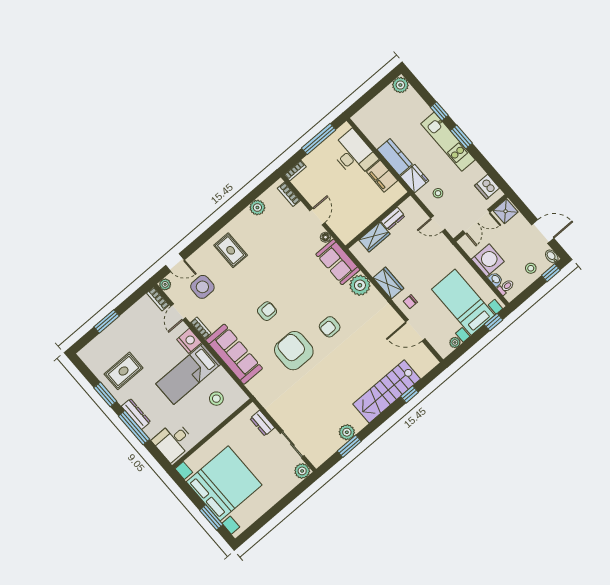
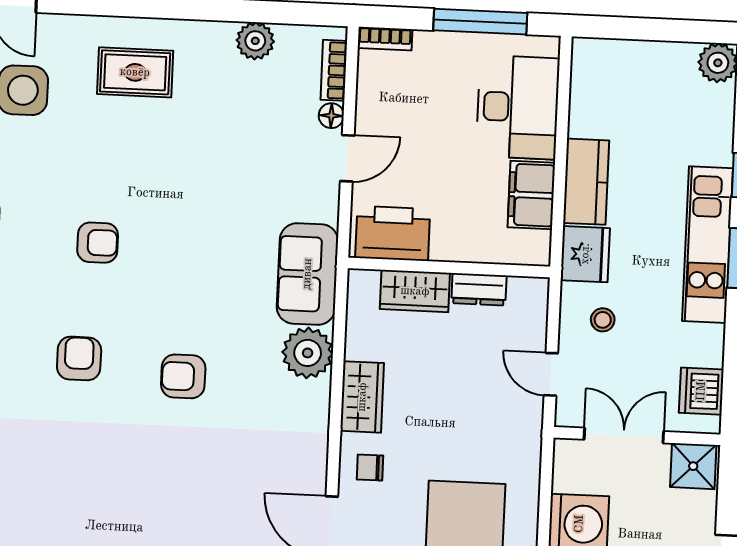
double door: (476, 221) -> (624, 435), swing flipped
printer: (352, 226) -> (393, 233), added
floor lamp: (326, 237) -> (331, 116), moved
rug: (231, 250) -> (135, 72), turned 90
armchair: (294, 351) -> (79, 358), width x0.53, depth x0.53

